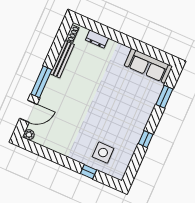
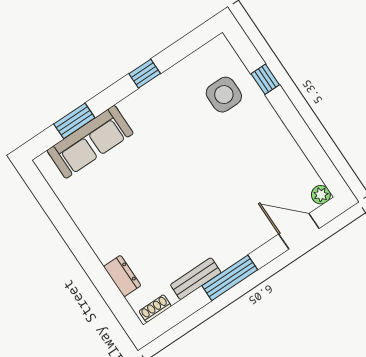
bench: (62, 59) -> (196, 279), width x0.73
sofa: (148, 66) -> (90, 142), moved, turned 90
window: (41, 82) -> (230, 278), moved

